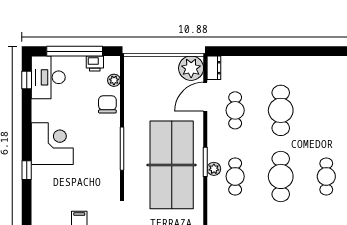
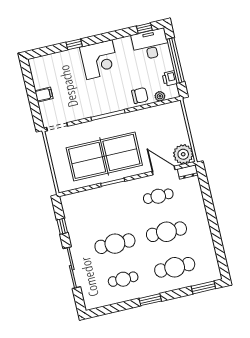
plant: (214, 169) -> (109, 190), removed
cafe table: (235, 176) -> (175, 267), moved, width x1.37, depth x1.35

